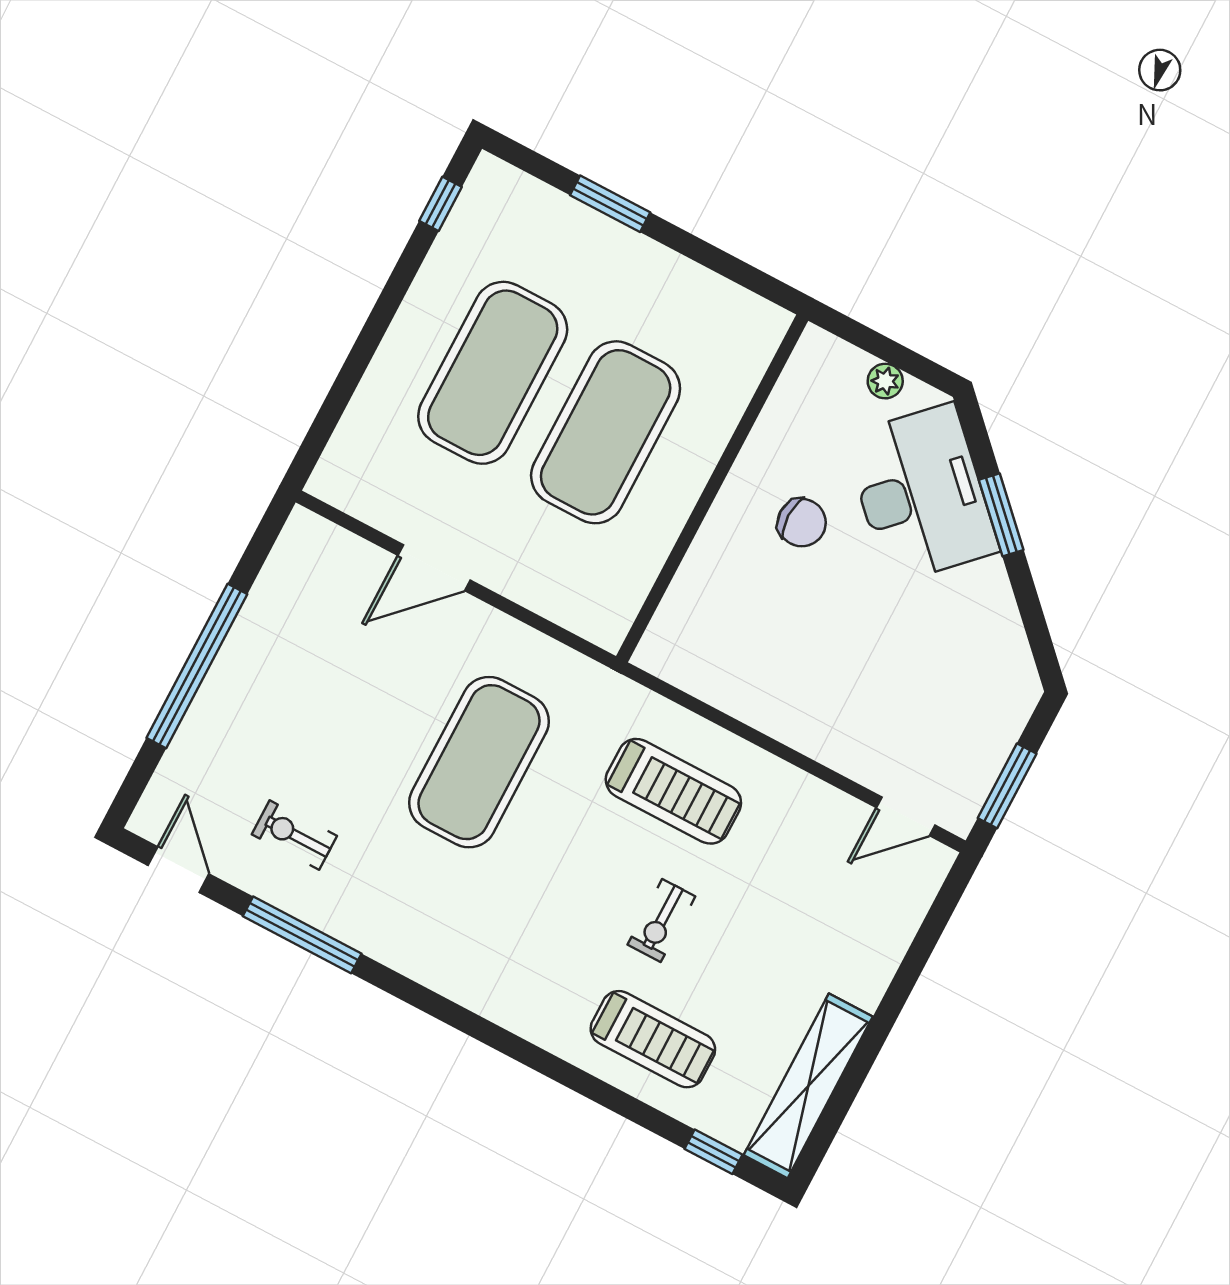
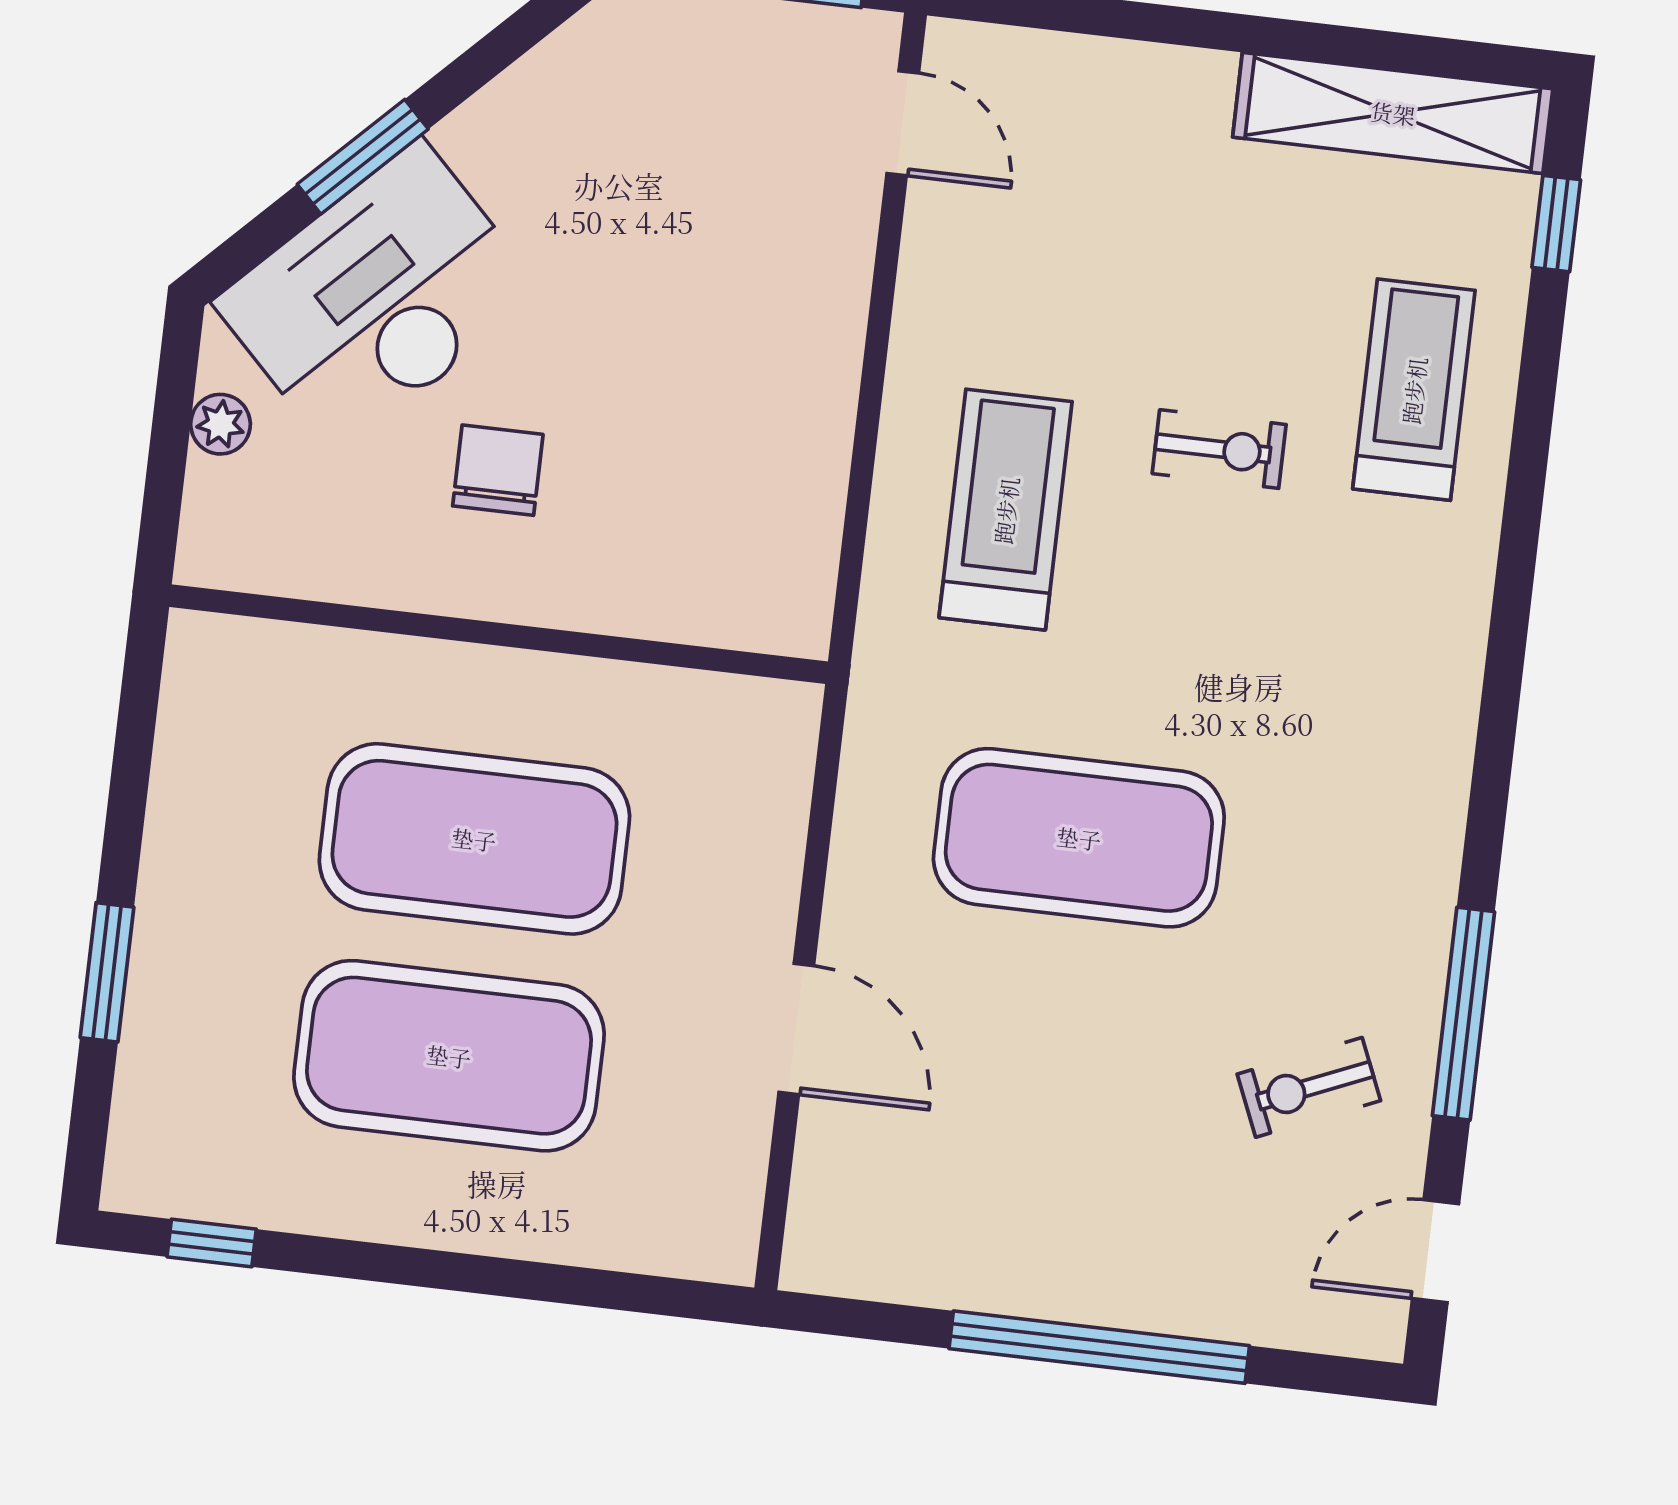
exercise bike: (294, 835) -> (1309, 1087), turned 67

